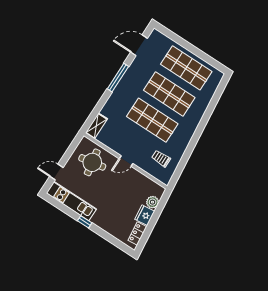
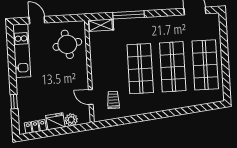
window: (118, 78) -> (129, 15), moved
door: (126, 161) -> (91, 97), moved
window: (85, 222) -> (14, 102), moved

